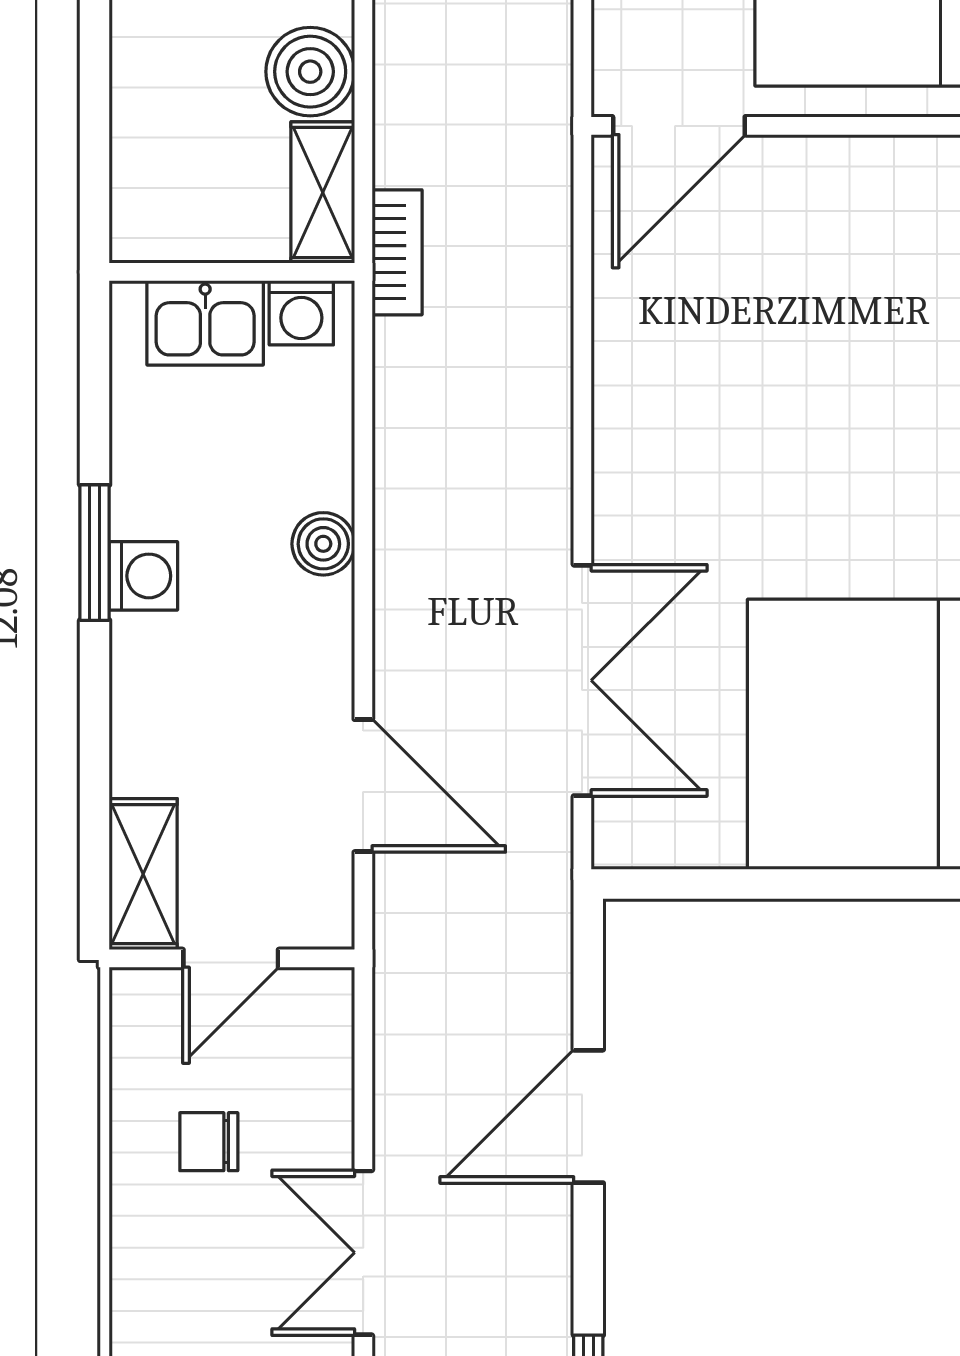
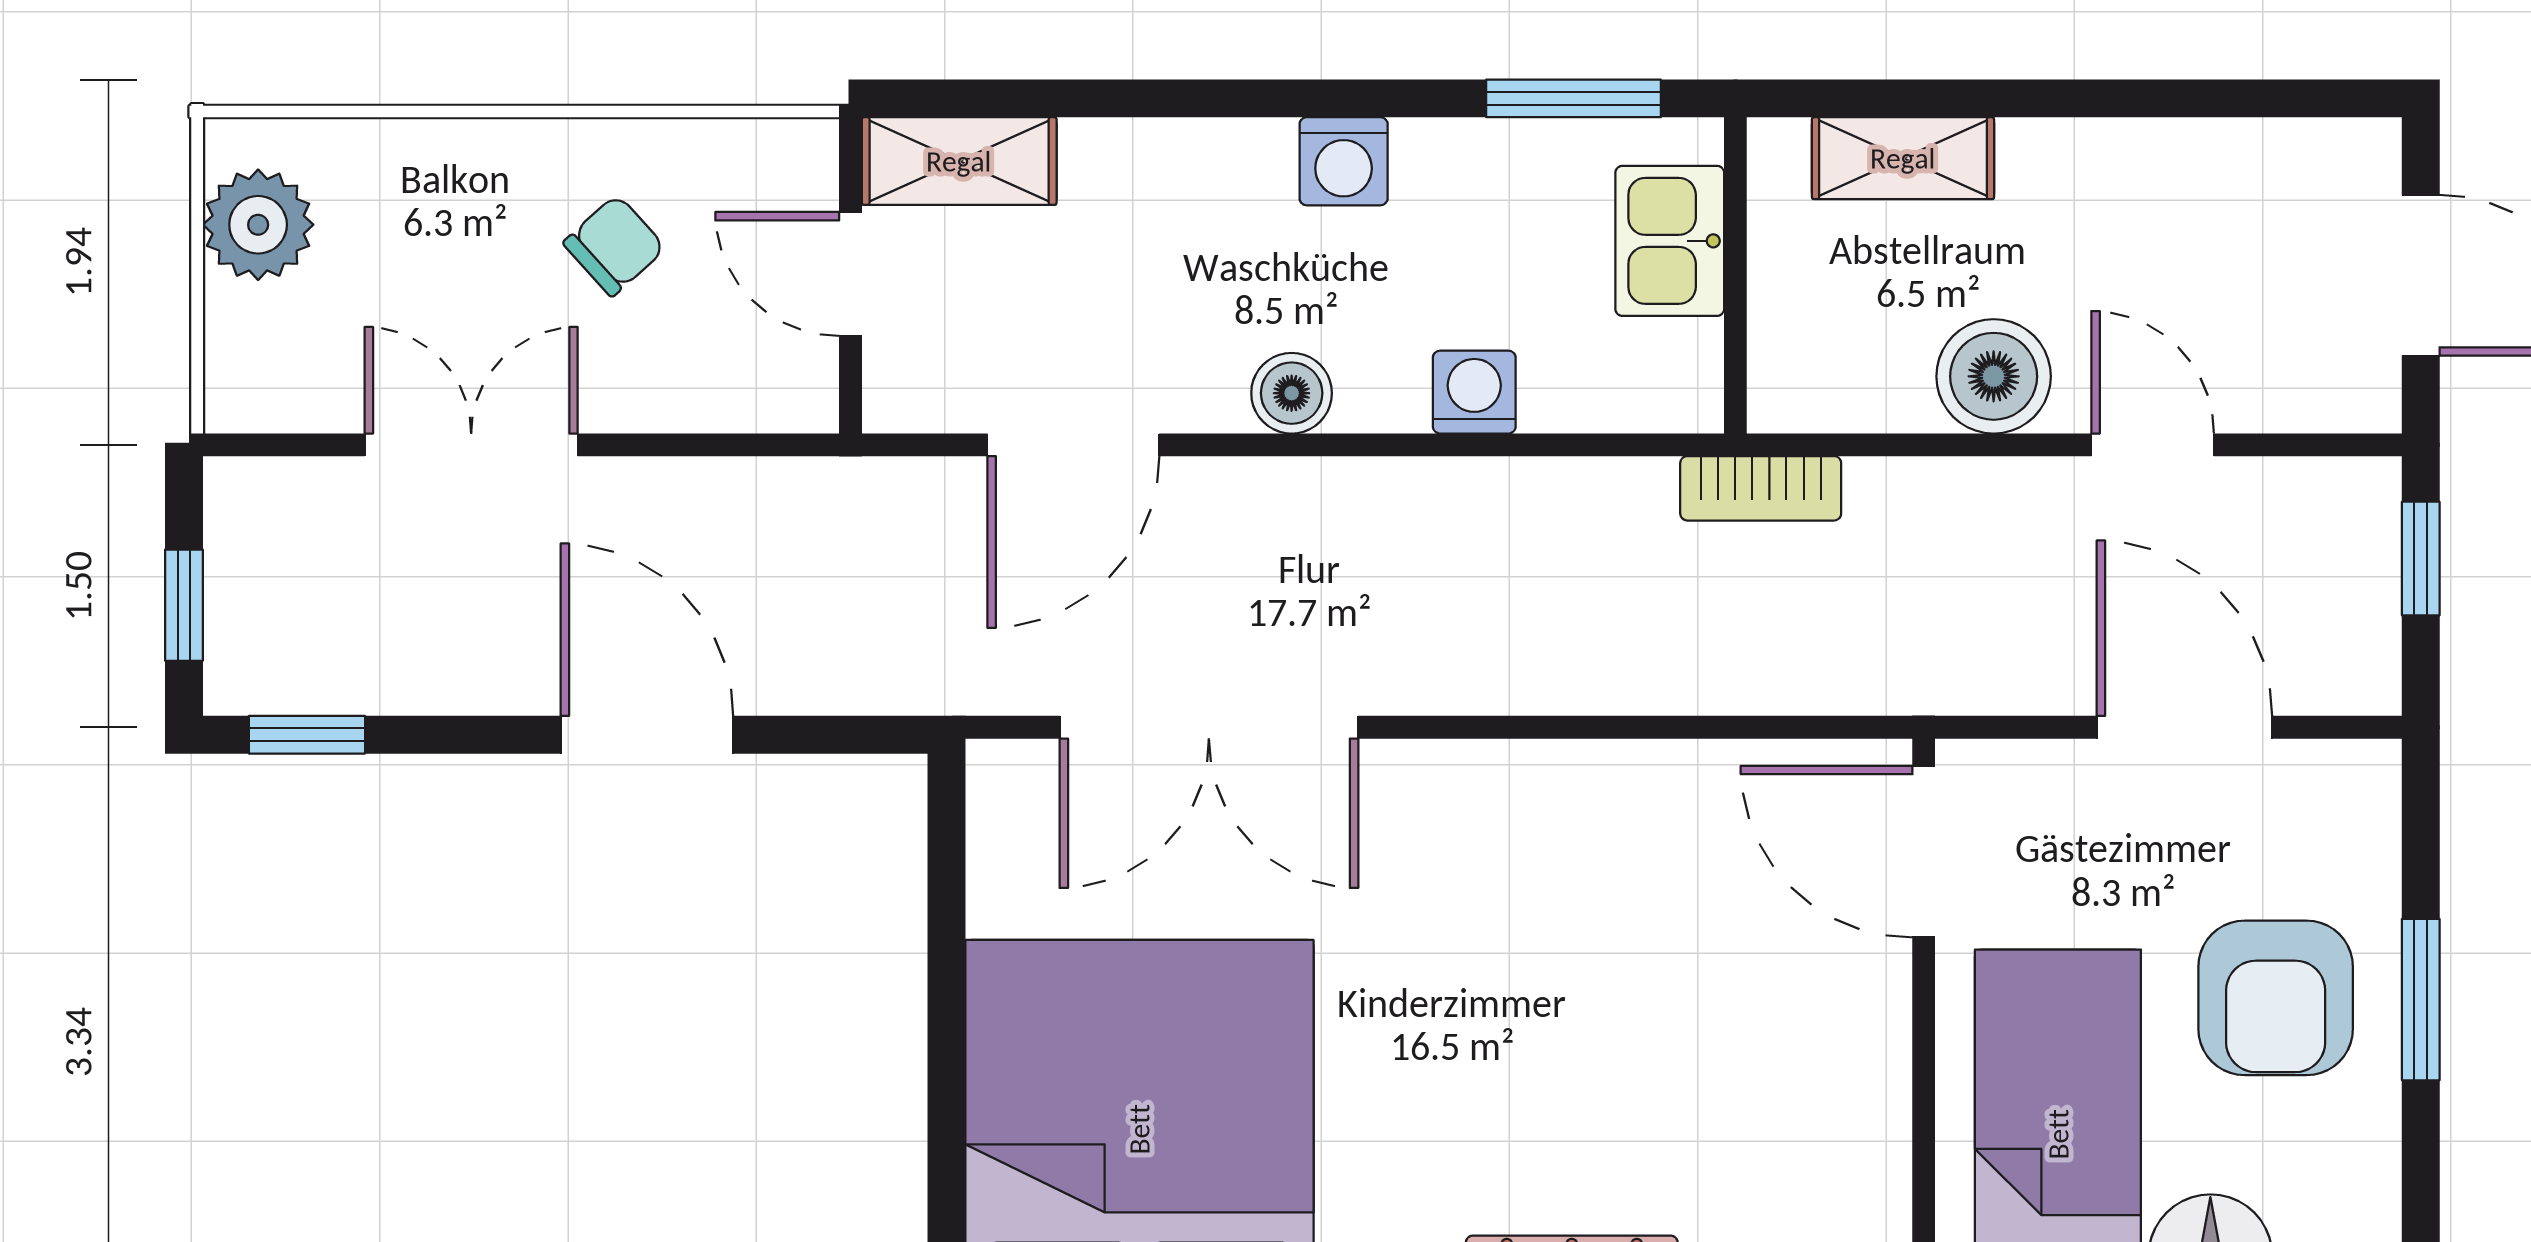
shelving: (323, 192) -> (1903, 158), moved
washing machine: (301, 313) -> (1474, 392), moved, turned 90
boiler: (323, 544) -> (1292, 393), moved
window: (95, 553) -> (1574, 98), moved
chair: (209, 1142) -> (614, 246), turned 48

